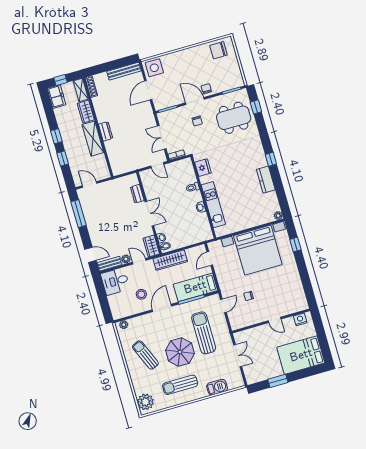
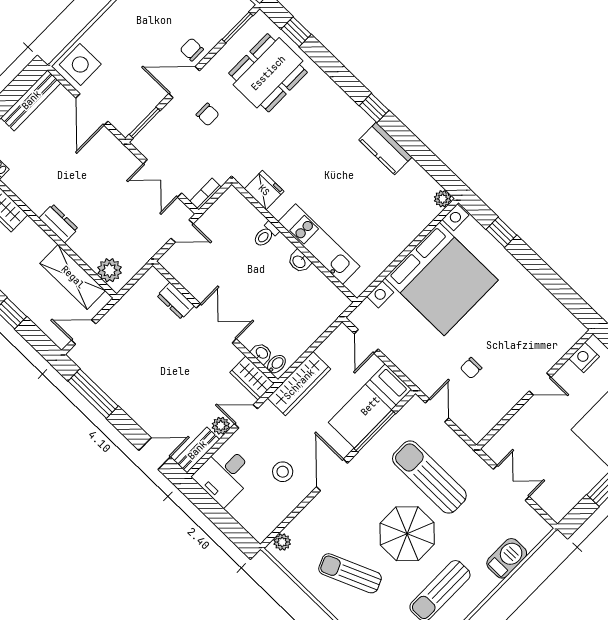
shelving: (93, 139) -> (73, 277), moved
plant: (116, 164) -> (110, 270), added

